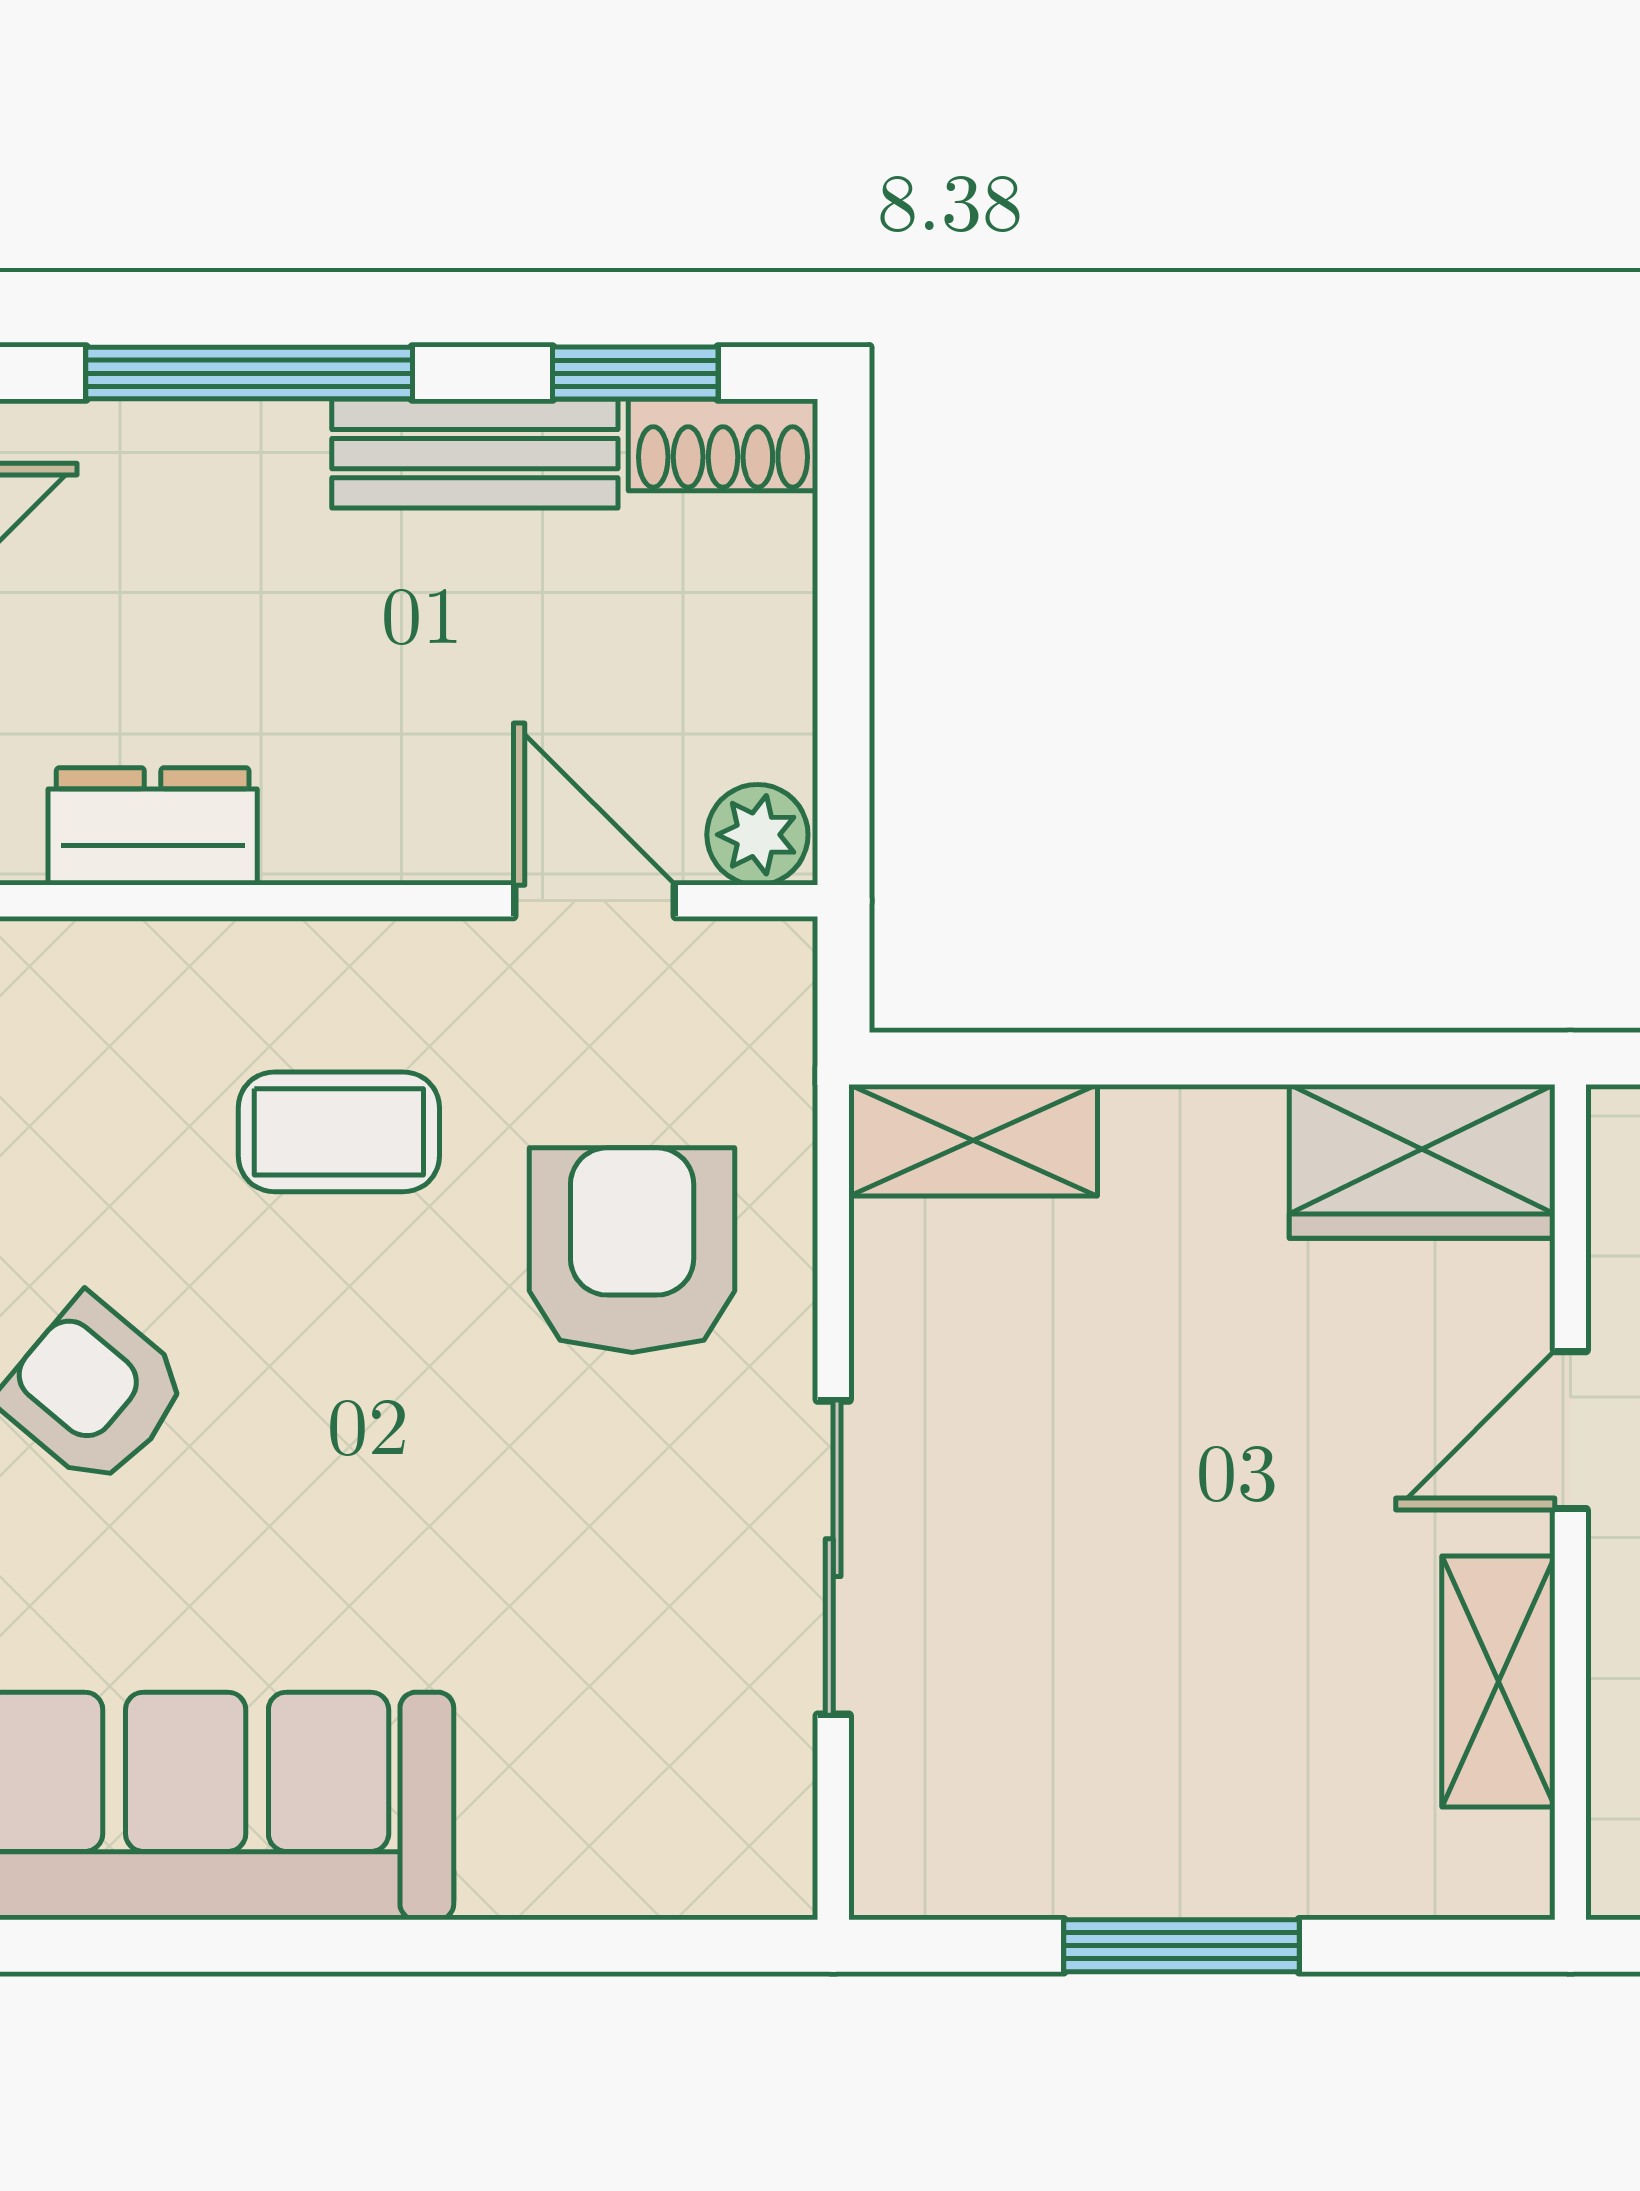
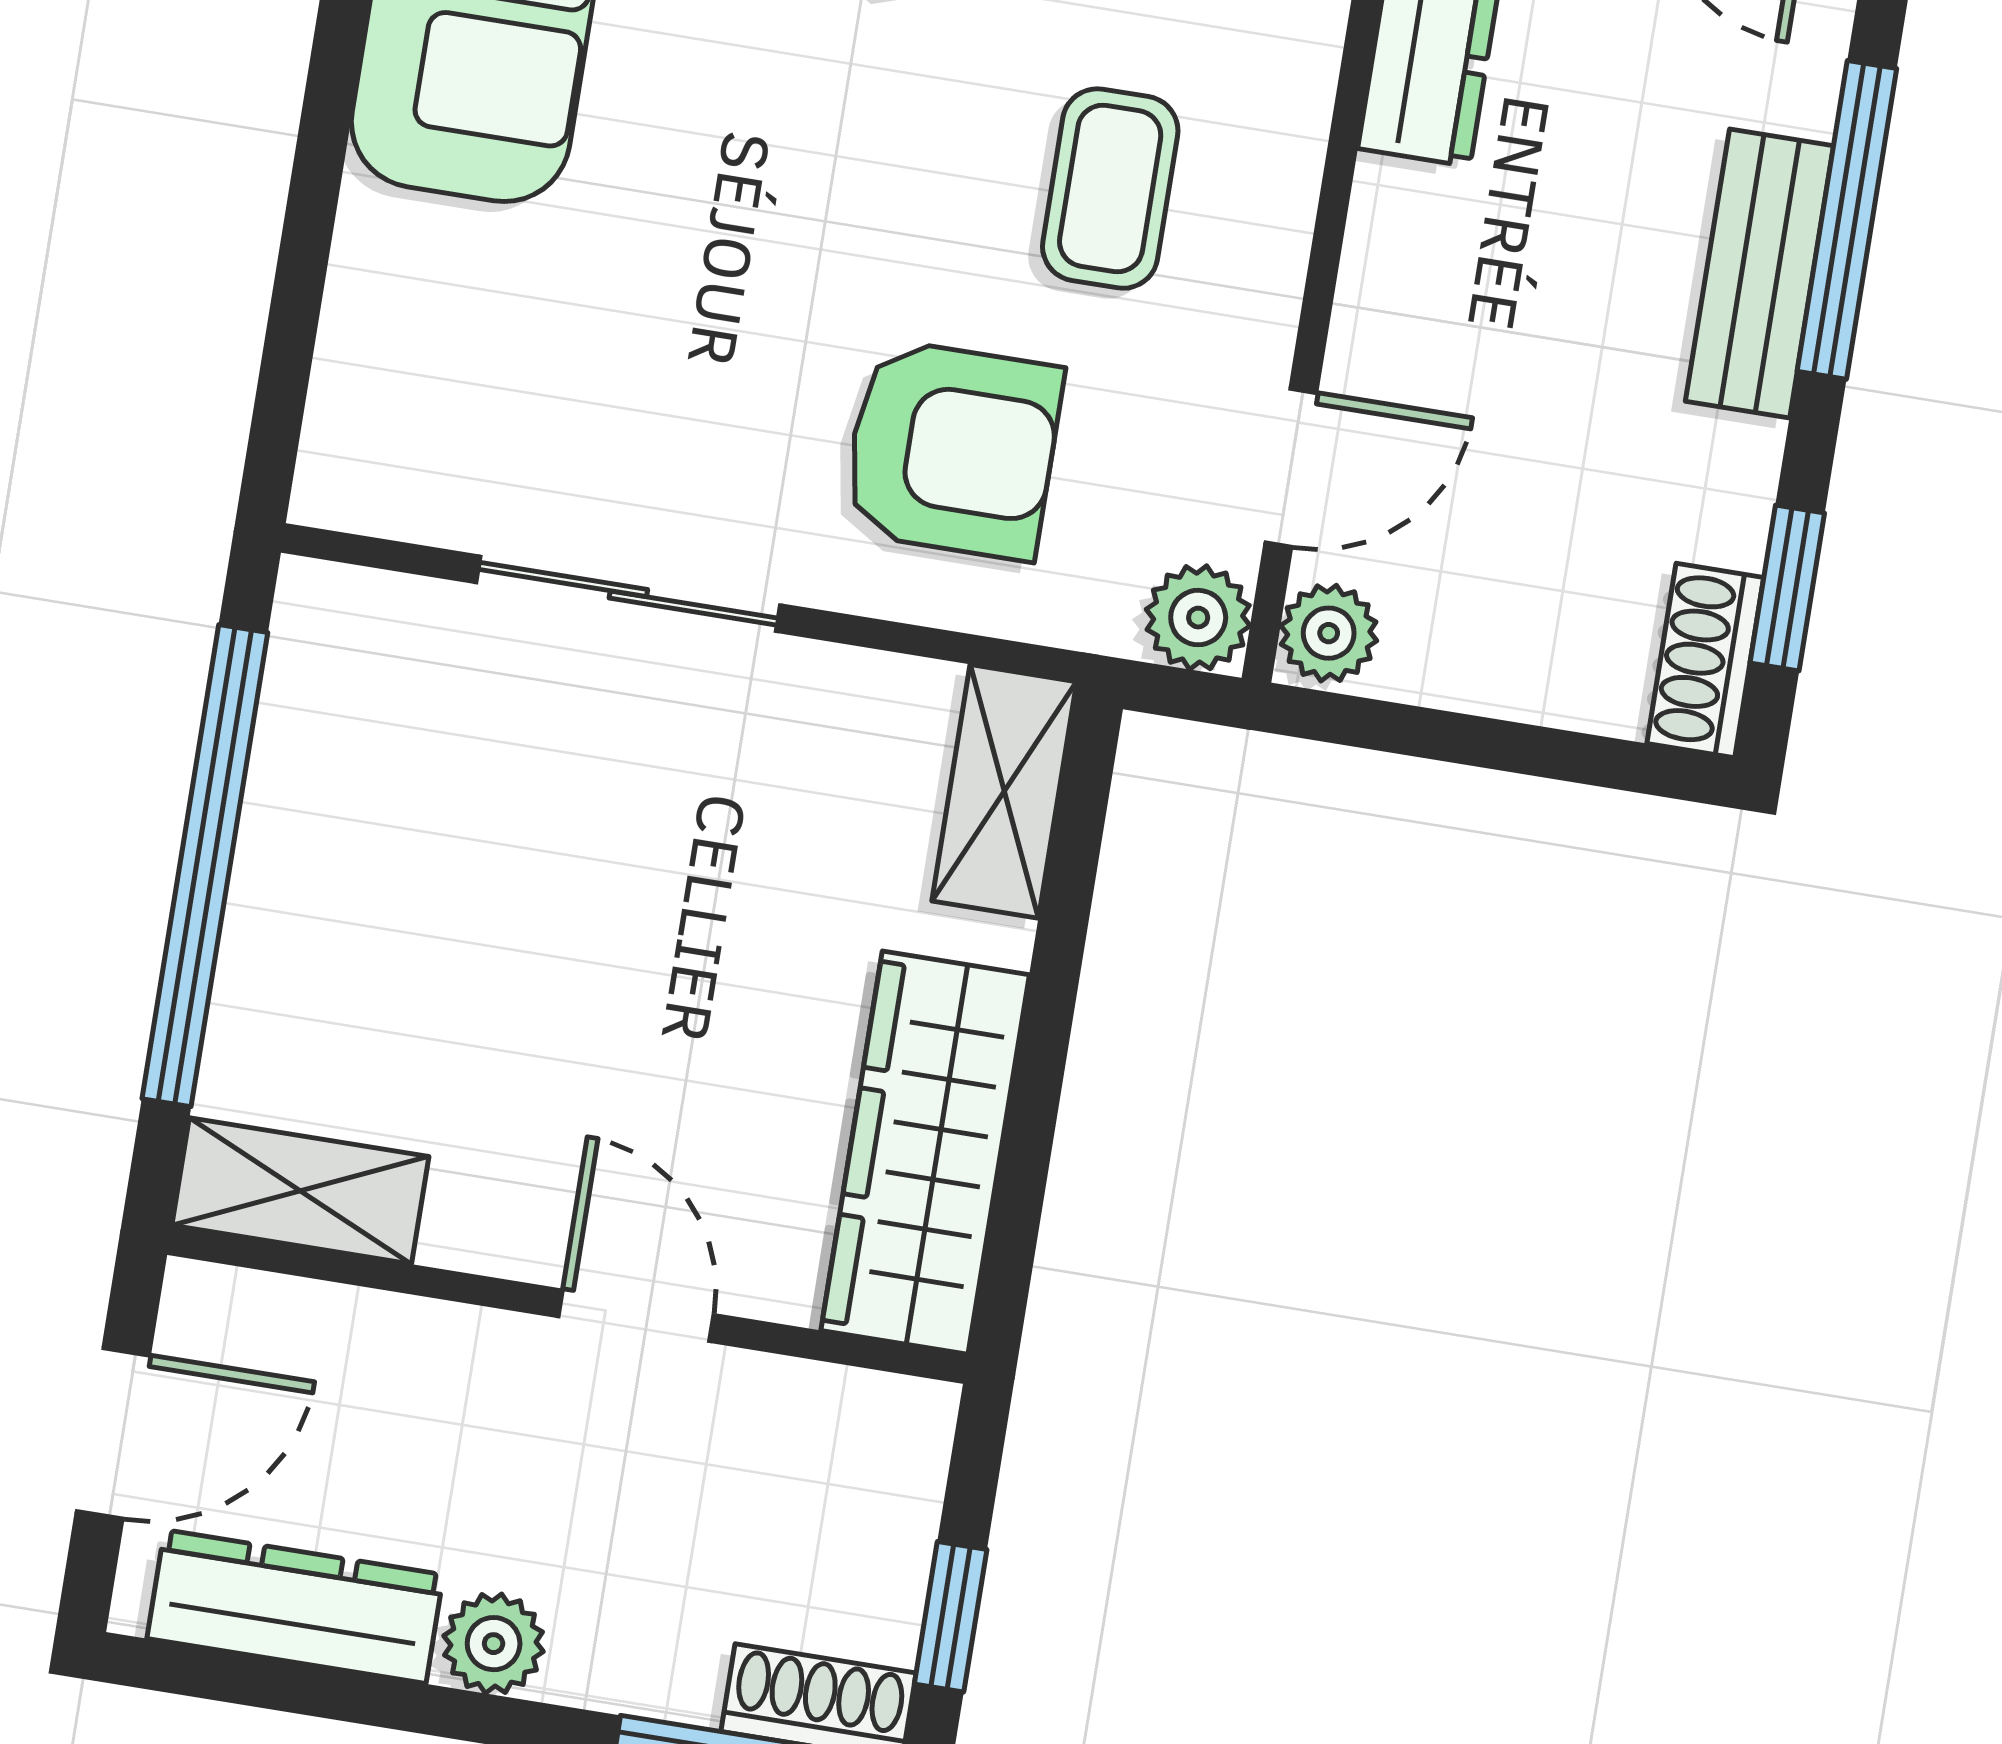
bench: (475, 454) -> (1760, 273), moved
plant: (763, 971) -> (1198, 618), added
wardrobe: (1422, 1161) -> (925, 1153), width x1.50
shelving: (1498, 1681) -> (300, 1191), moved
window: (1181, 1946) -> (205, 866), width x2.11

